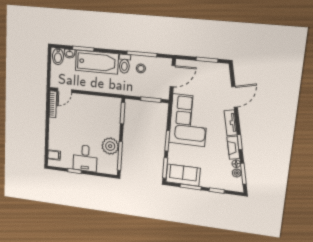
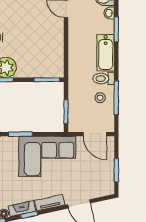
bathtub: (97, 62) -> (106, 53), width x0.73, depth x0.73

